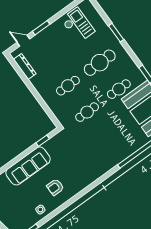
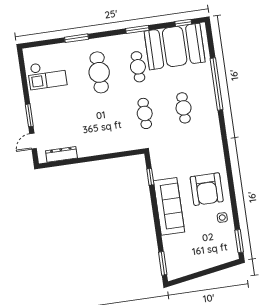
checkout: (78, 25) -> (47, 75), turned 180
cafe table: (68, 86) -> (184, 108), moved
armchair: (55, 187) -> (207, 189), width x1.88, depth x1.88

